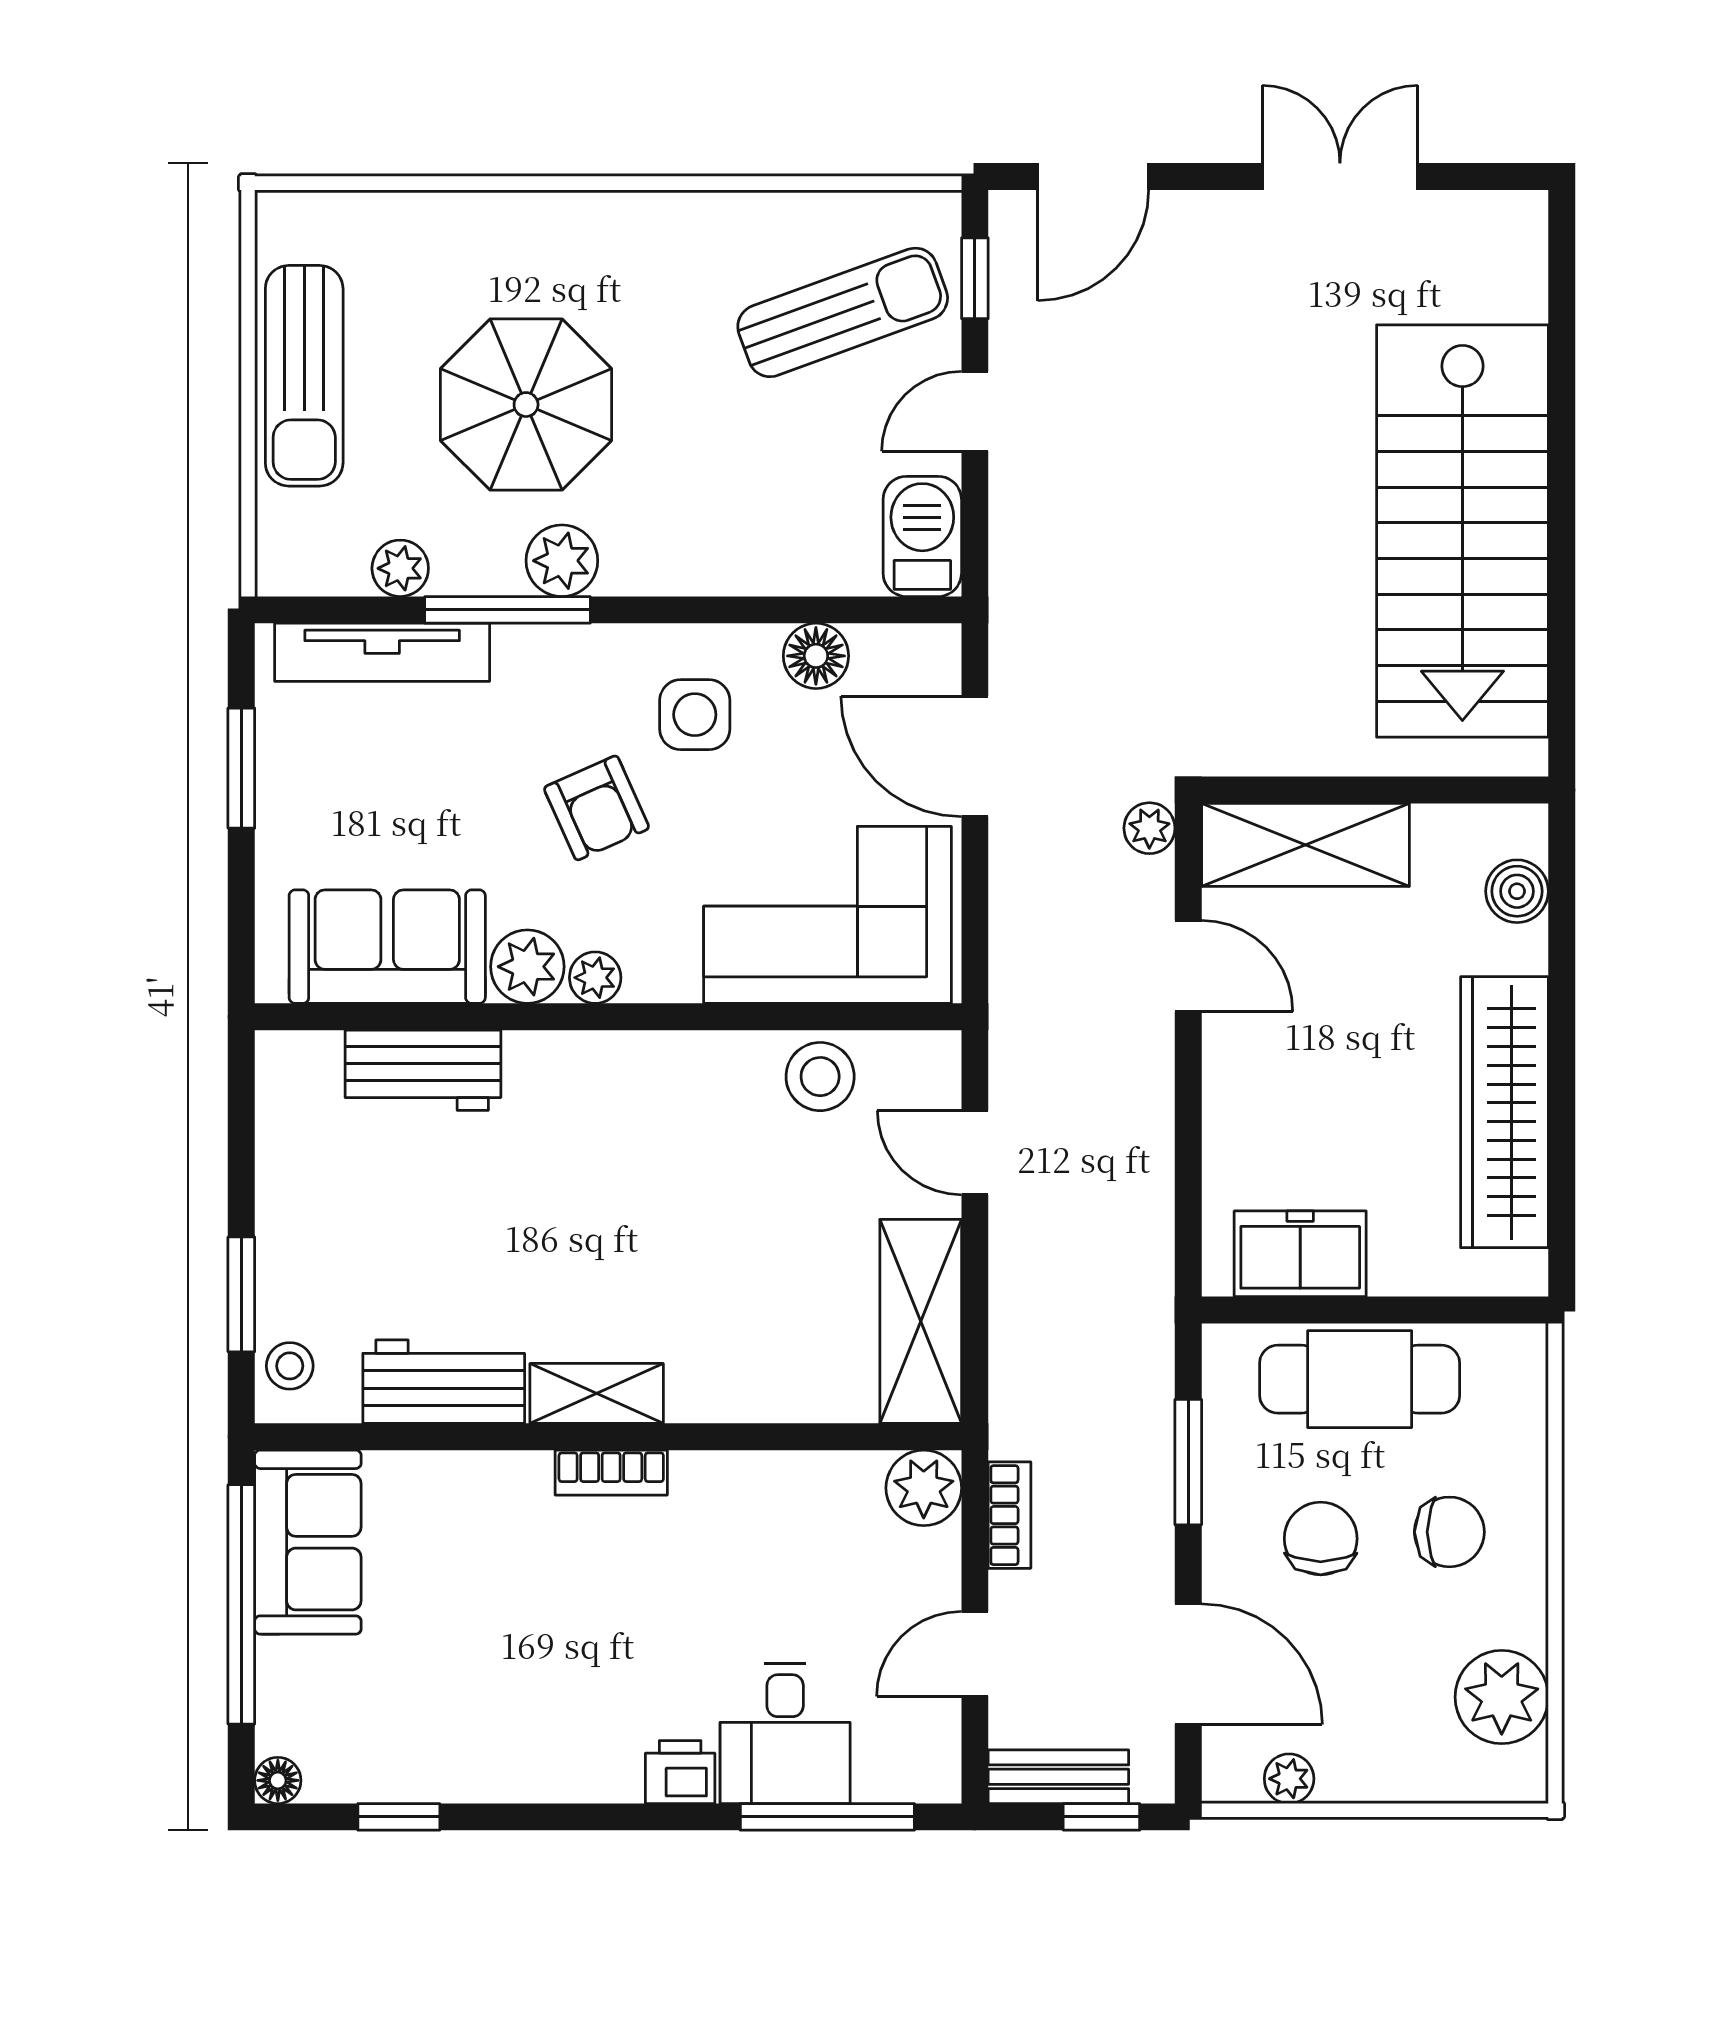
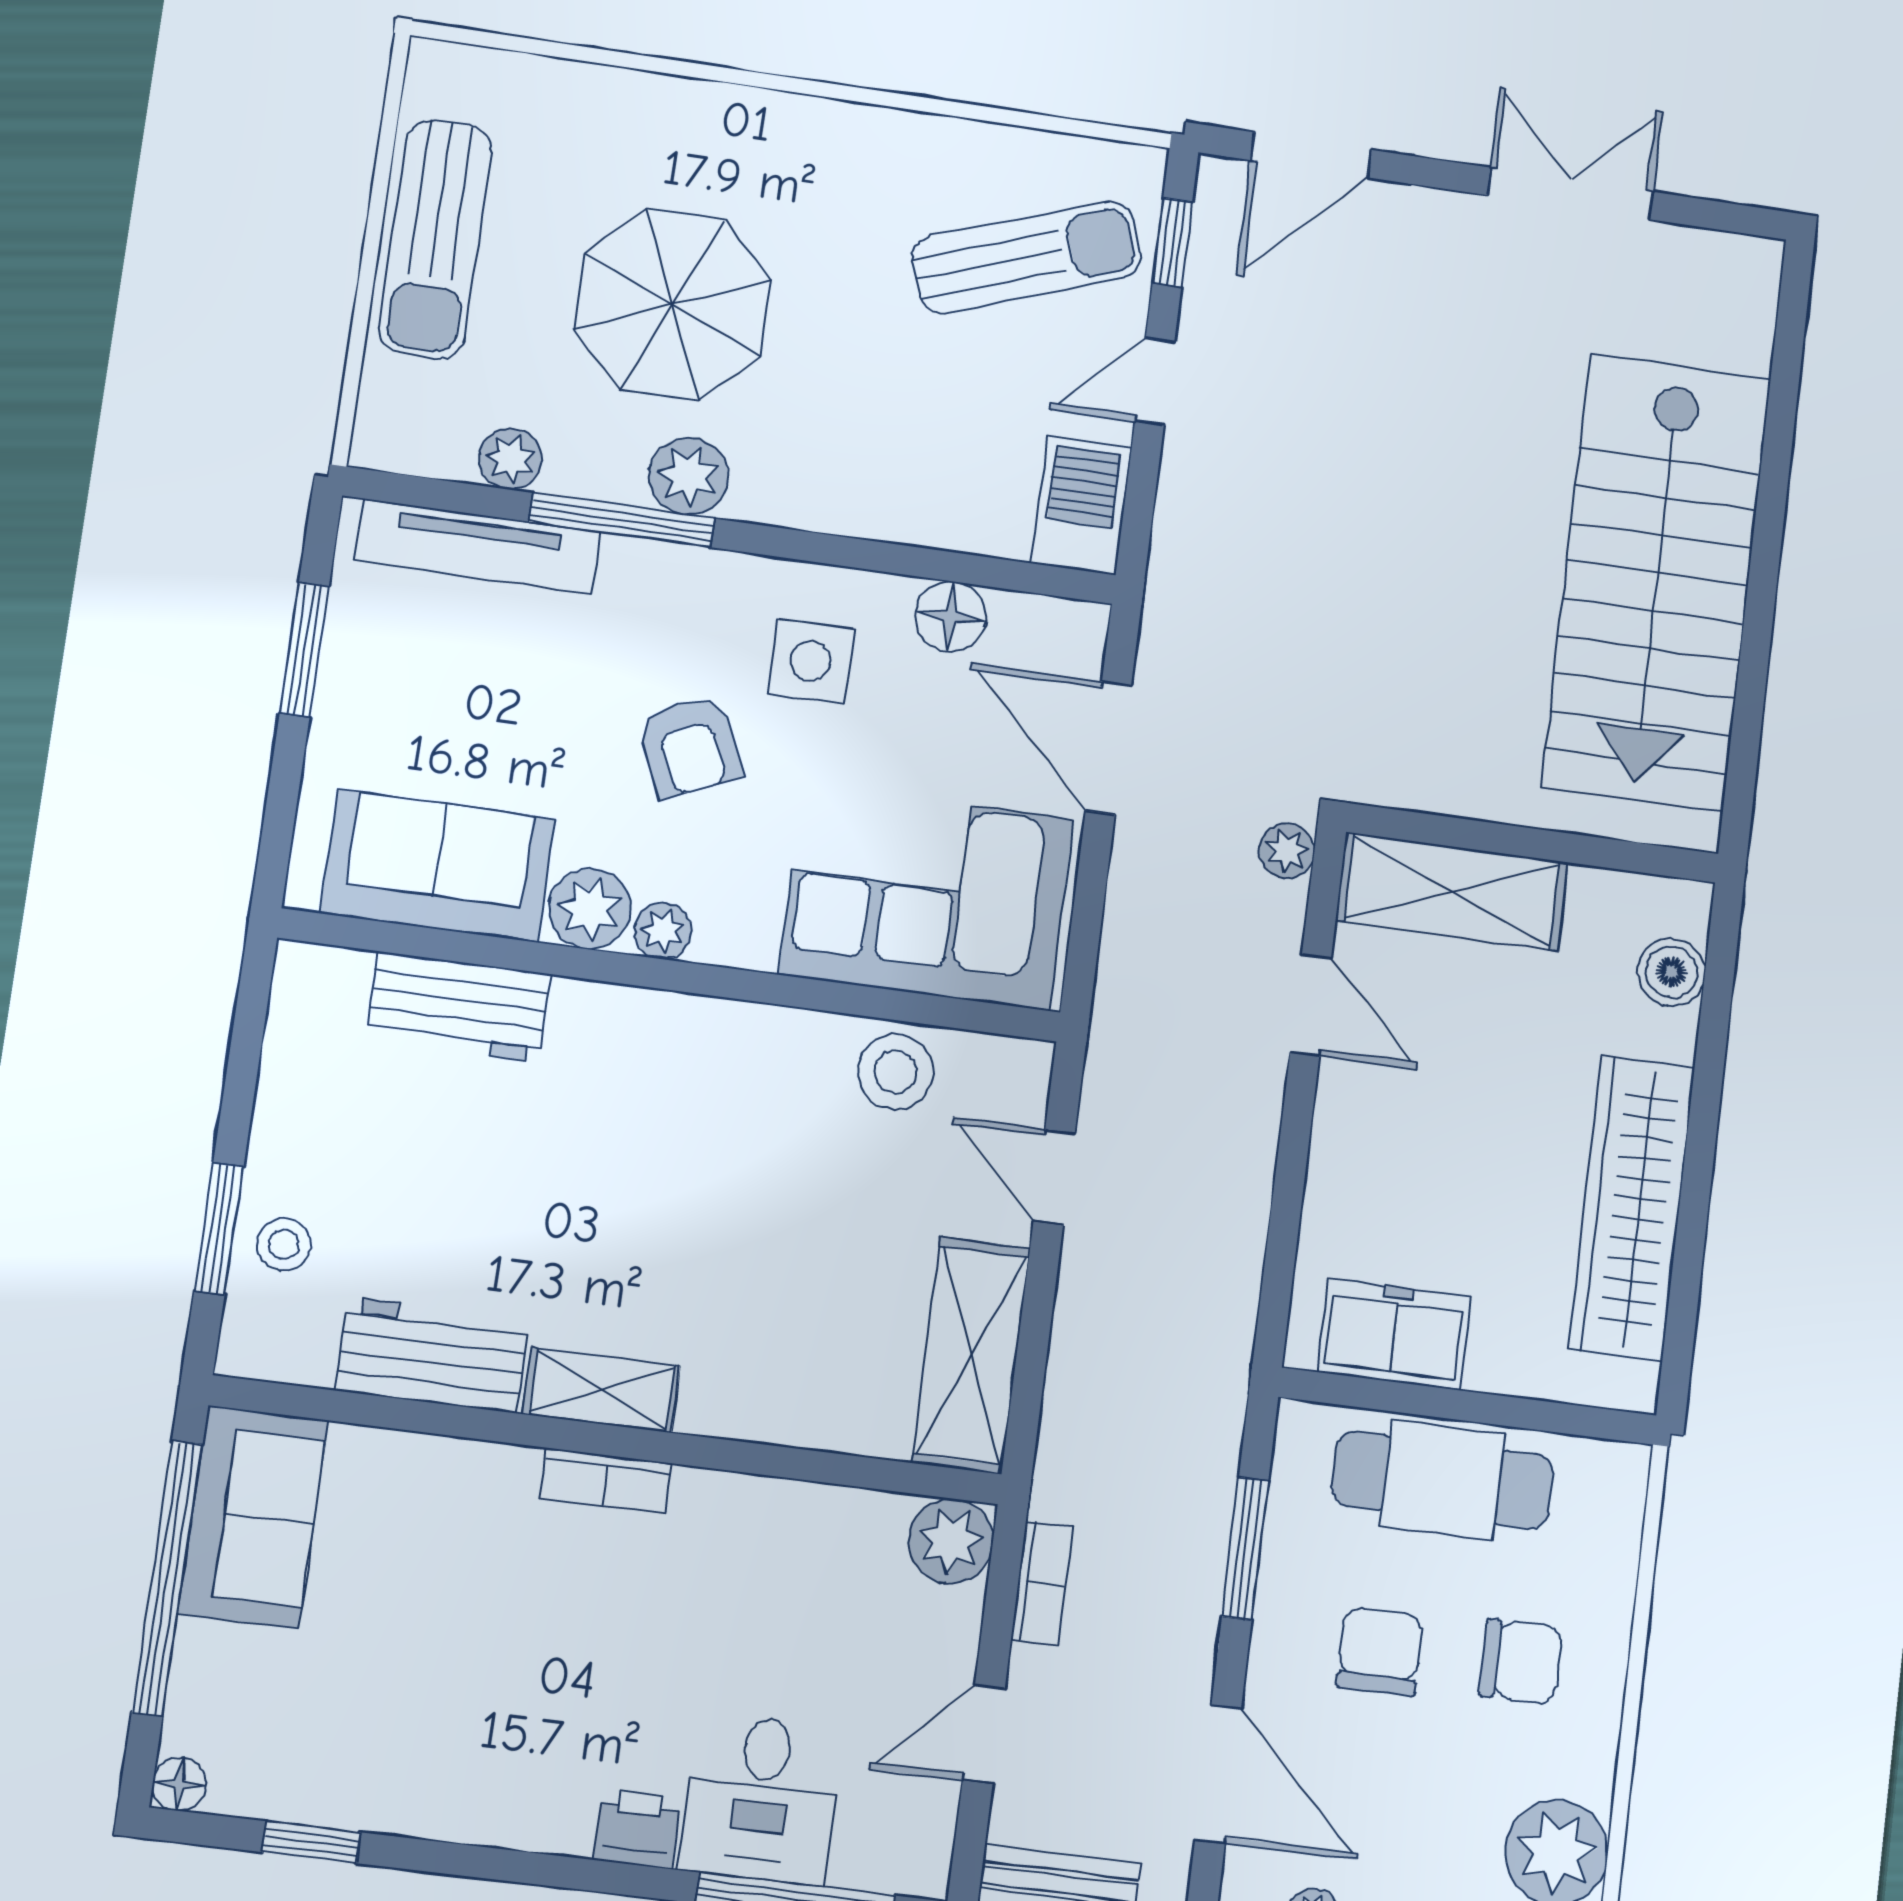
stool: (290, 1366) -> (284, 1244), moved

